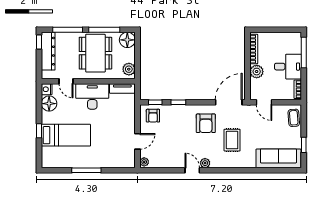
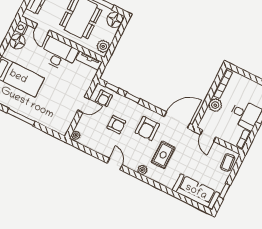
armchair: (176, 134) -> (116, 125), added
door: (137, 141) -> (83, 105), moved
plant: (205, 163) -> (142, 170), moved

